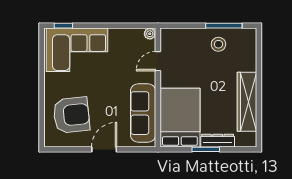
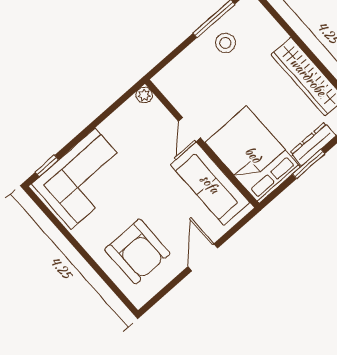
door: (158, 61) -> (189, 129), moved
armchair: (71, 115) -> (137, 252), turned 96

